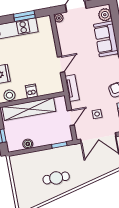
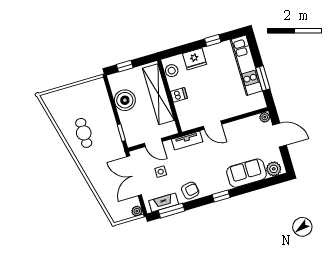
boiler: (28, 144) -> (125, 100), width x1.86, depth x1.86

